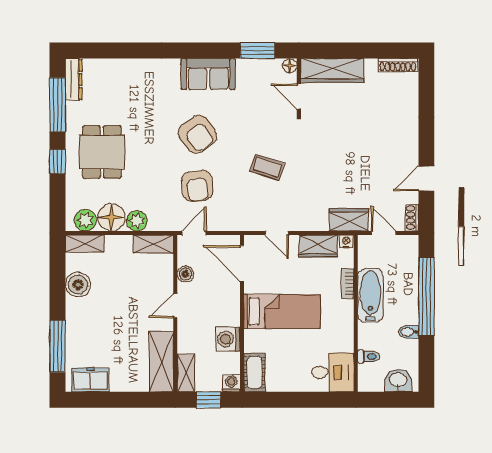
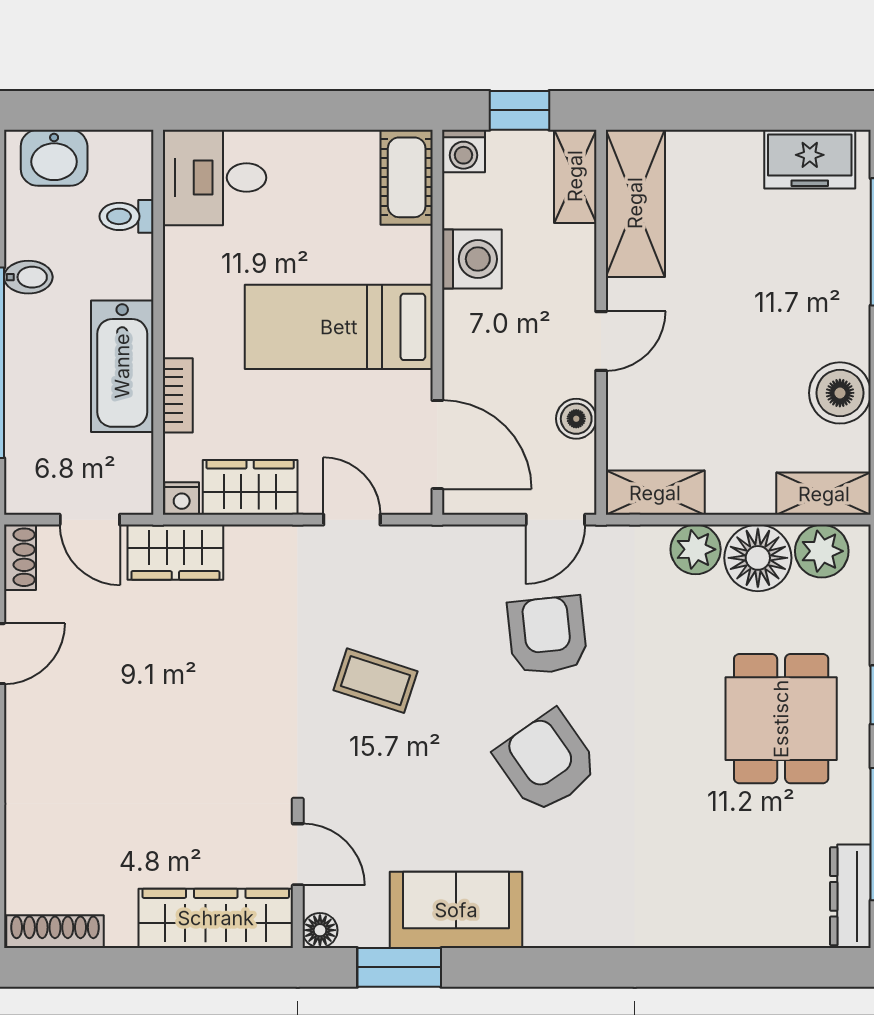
sofa: (208, 74) -> (456, 910), moved

